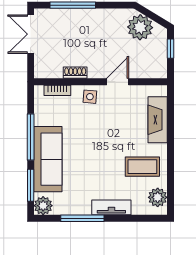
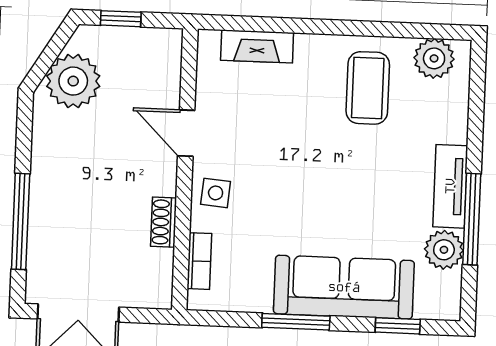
fireplace: (158, 120) -> (257, 47), width x0.73, depth x0.76
window: (31, 137) -> (296, 322), width x0.69
window: (31, 185) -> (398, 326), width x0.67
plant: (43, 206) -> (444, 250), moved
tv unit: (111, 207) -> (450, 186), moved

